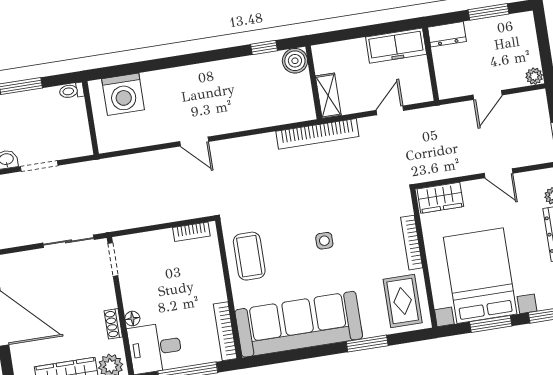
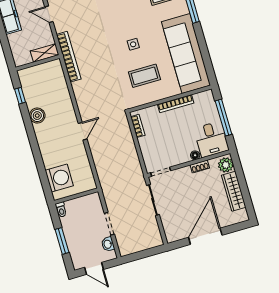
boiler: (295, 61) -> (37, 116), moved
coffee table: (249, 256) -> (144, 76), moved
bookcase: (225, 331) -> (176, 104), moved

